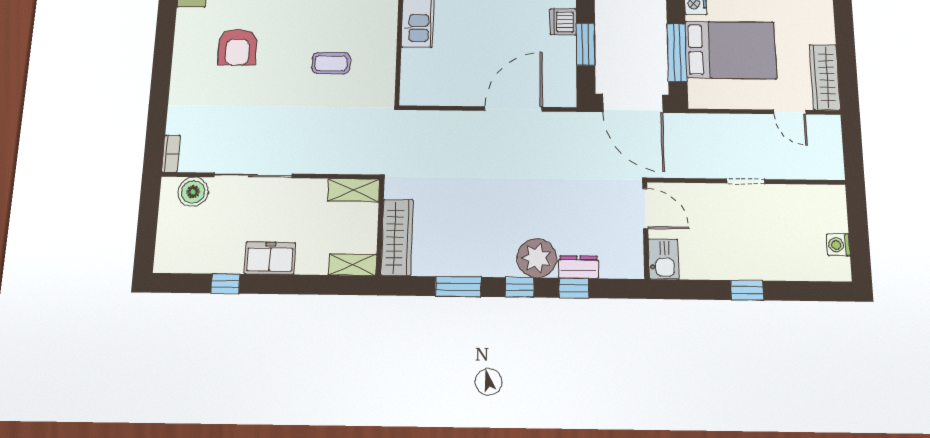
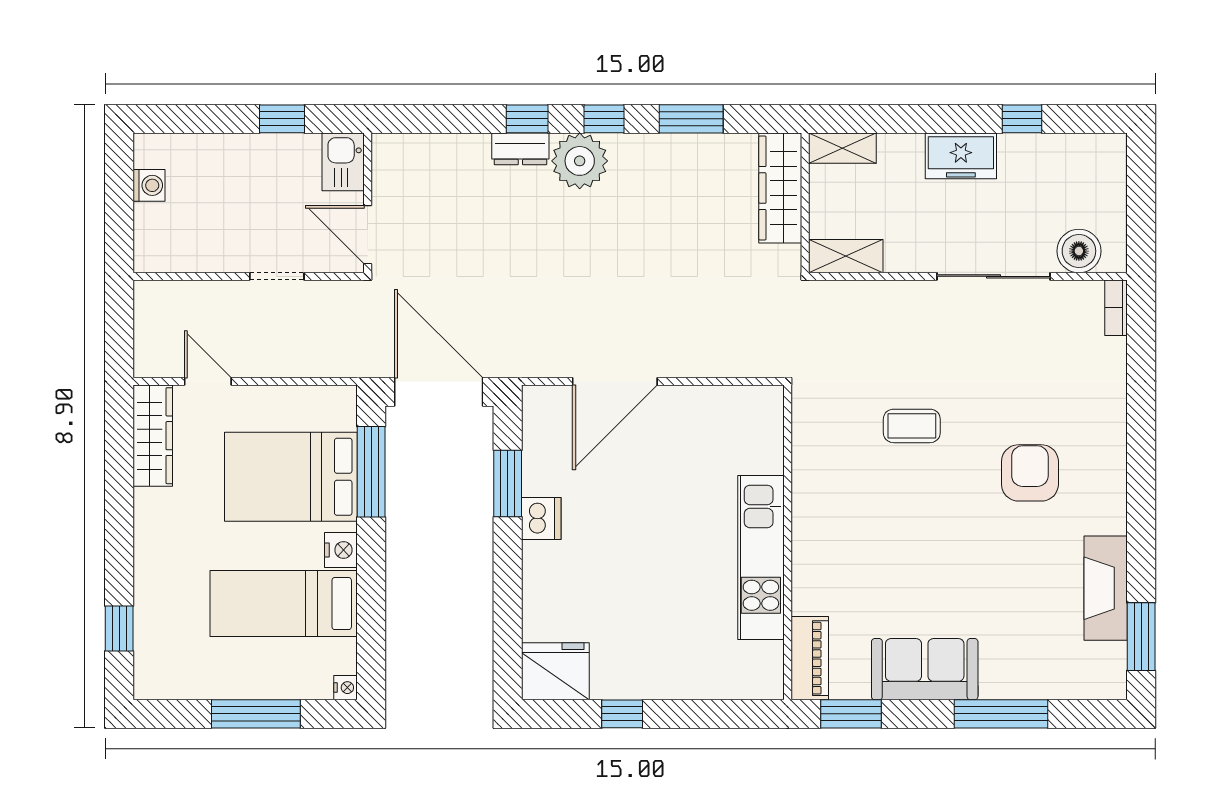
coffee table: (331, 63) -> (912, 426), moved
door: (645, 208) -> (368, 235), moved
wall: (646, 230) -> (368, 203), moved
kitchen sink: (664, 259) -> (343, 162), moved

